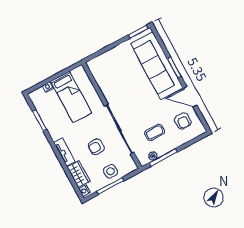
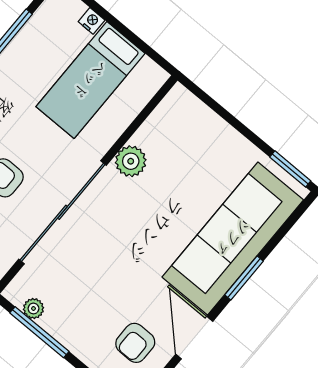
plant: (110, 94) -> (131, 161), added
coffee table: (155, 132) -> (86, 292), removed

